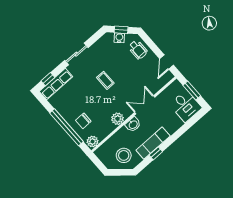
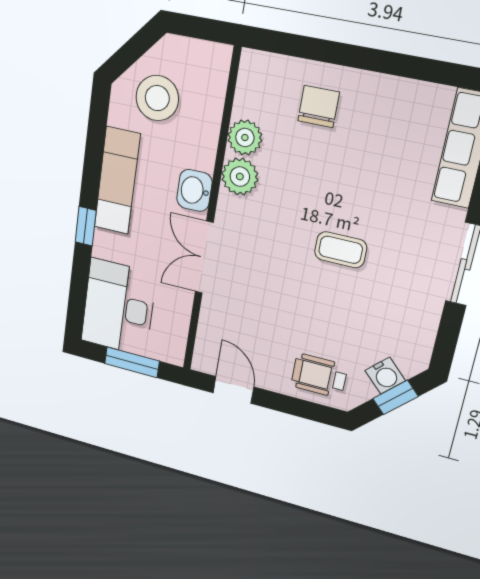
double door: (145, 105) -> (204, 257), swing flipped
desk: (186, 106) -> (118, 307), width x1.37
window: (67, 127) -> (349, 55), removed
plant: (92, 141) -> (245, 138), moved
window: (156, 153) -> (86, 226), moved

